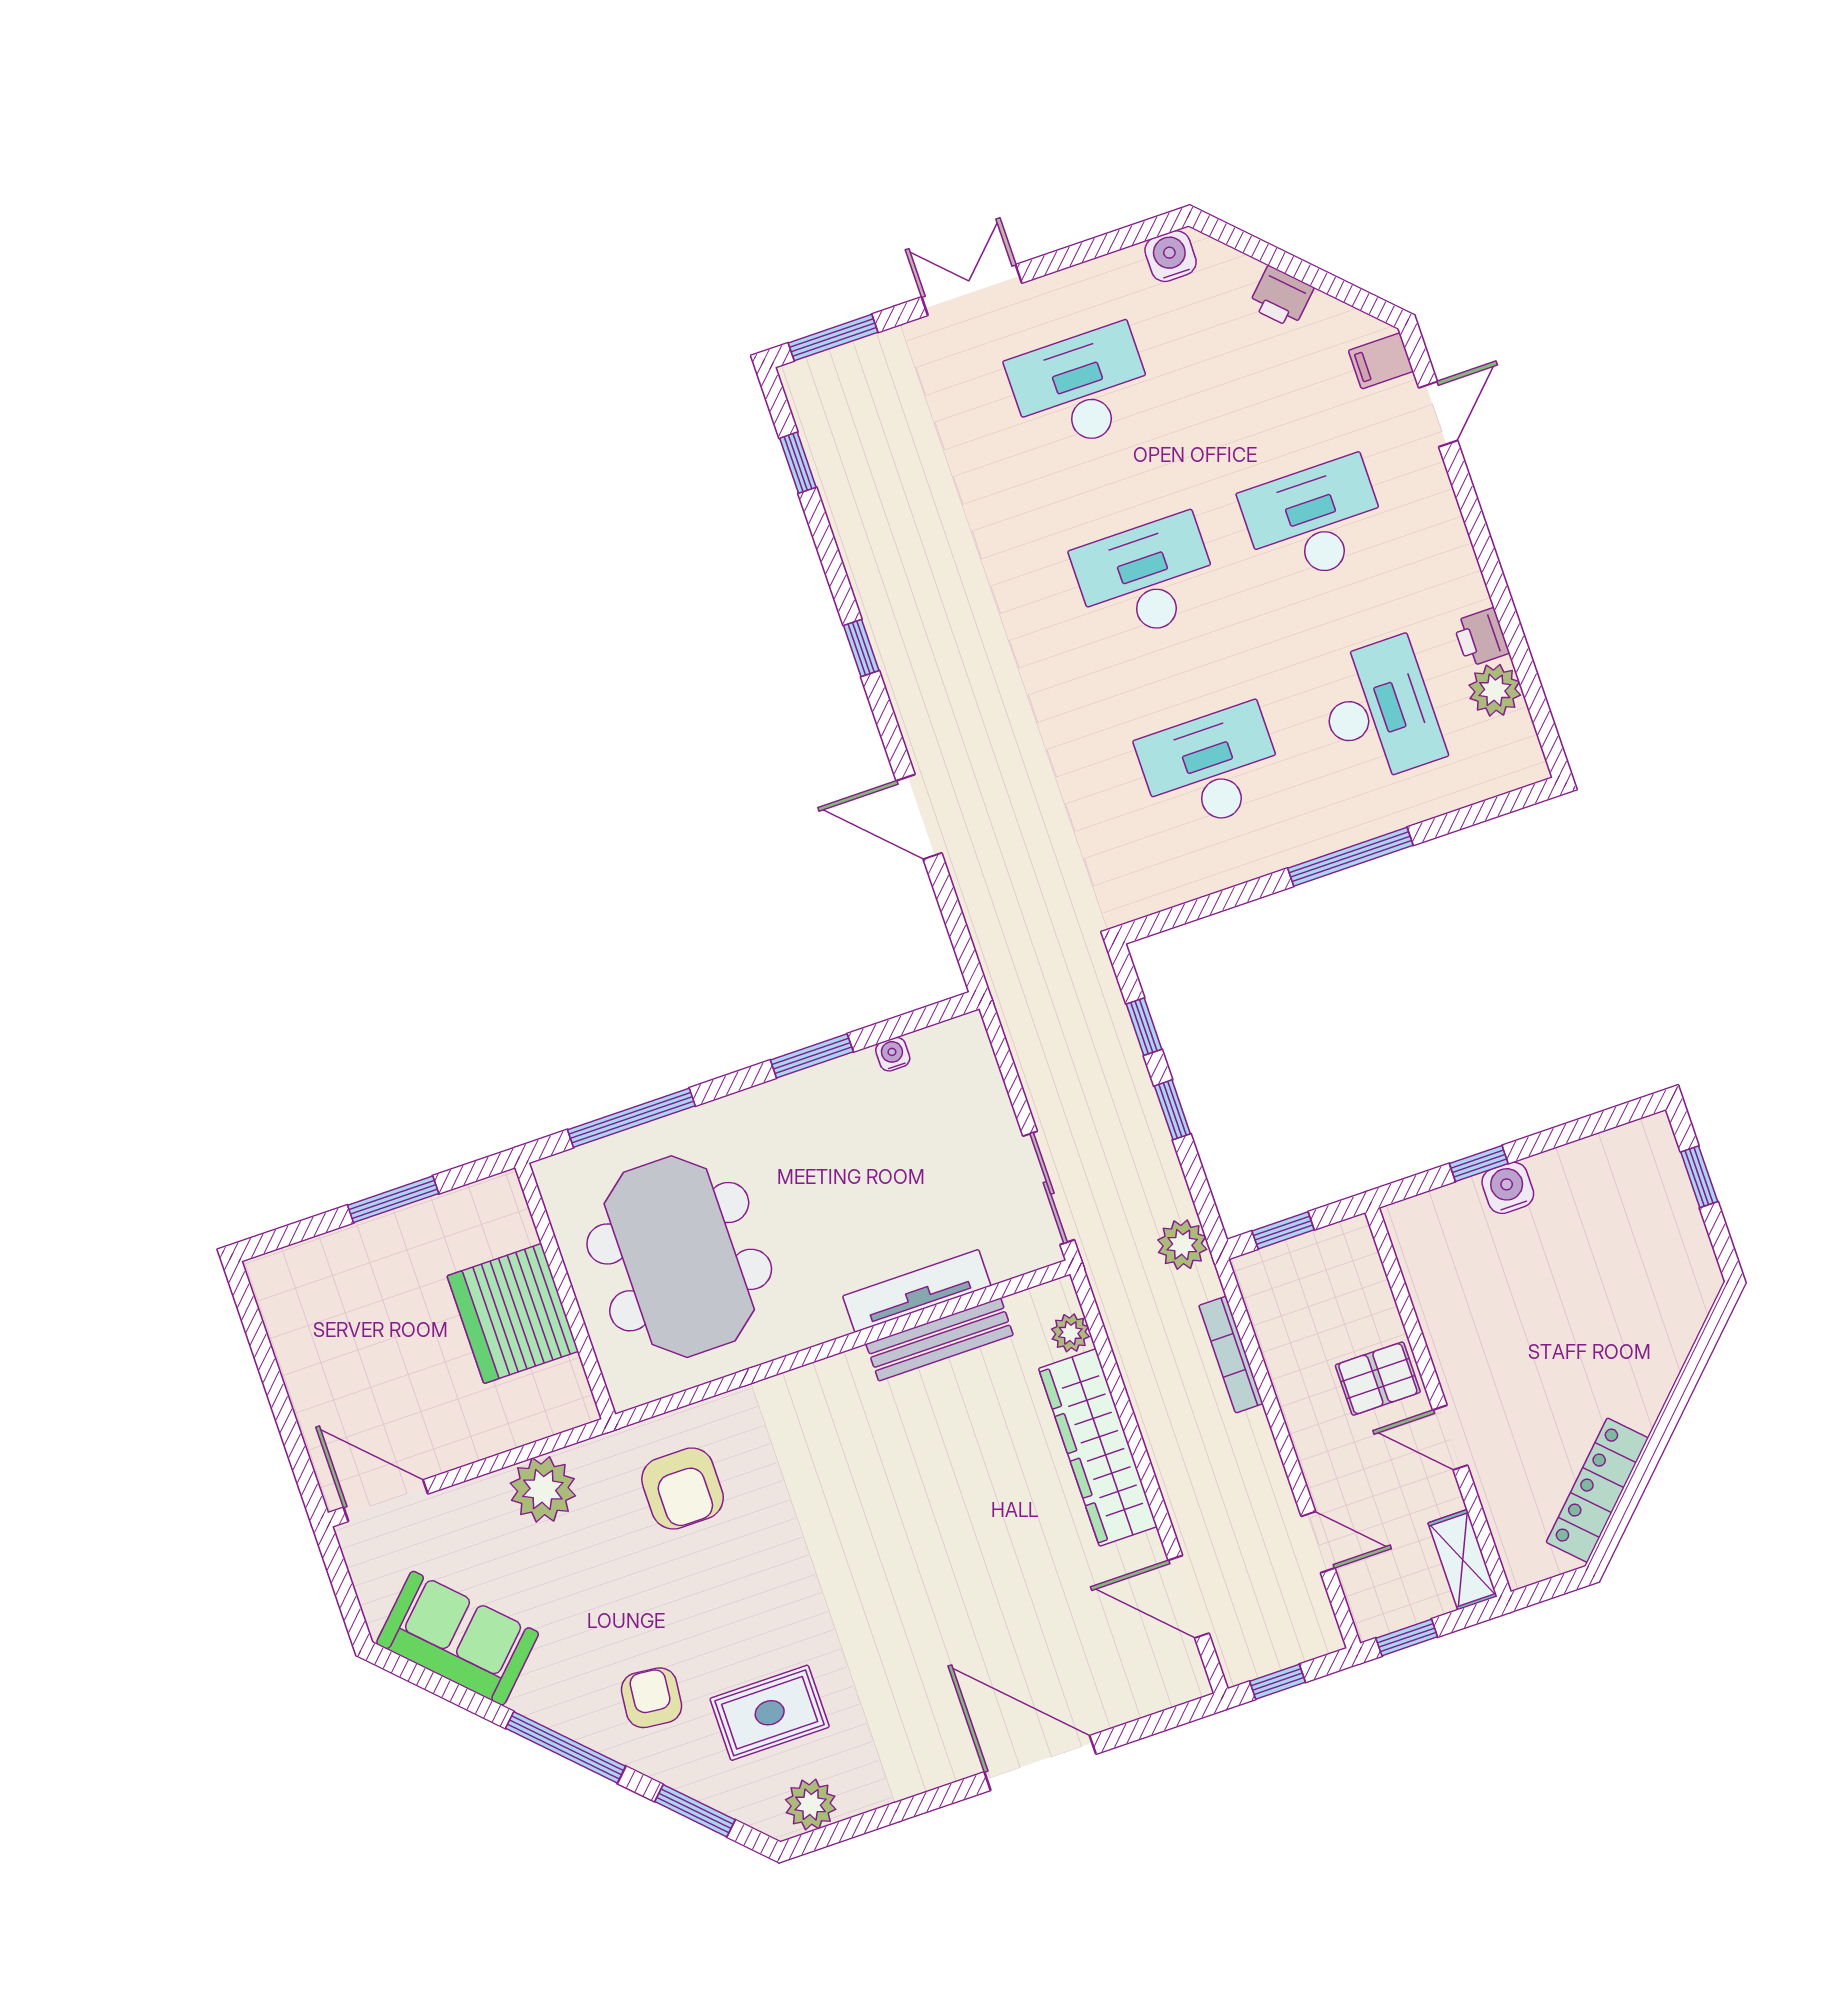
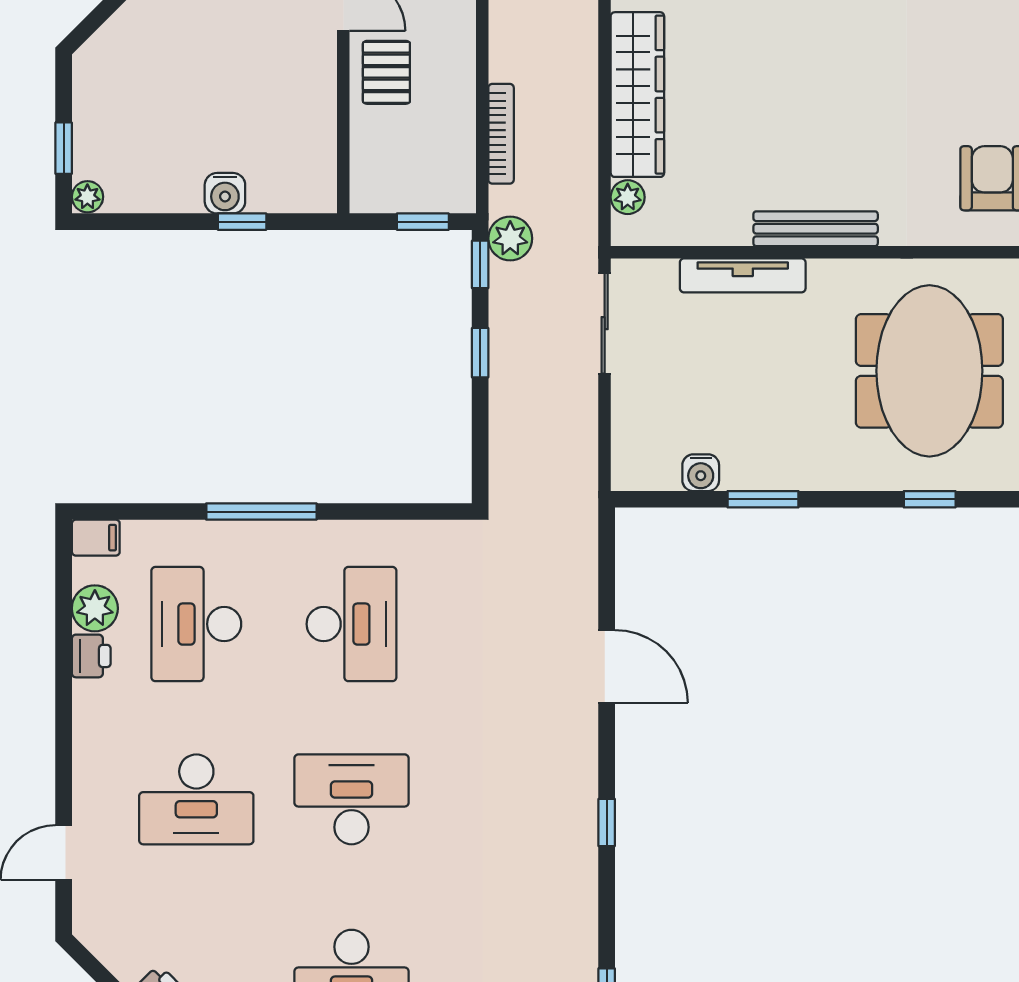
filing cabinet: (1381, 361) -> (96, 538), moved
desk: (1146, 579) -> (352, 799), turned 180
desk: (1211, 768) -> (352, 624), turned -90
window: (1144, 1027) -> (480, 264), moved
water cooler: (893, 1054) -> (701, 473), width x1.38, depth x1.38
window: (631, 1118) -> (930, 499), width x0.46
plant: (1655, 1133) -> (87, 197), added
bench: (940, 1339) -> (816, 229), moved
pallet: (1378, 1379) -> (386, 72), turned 90

